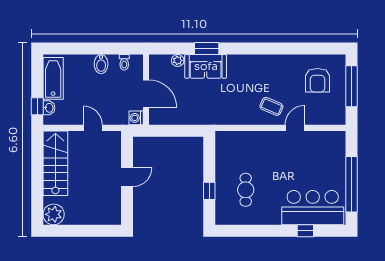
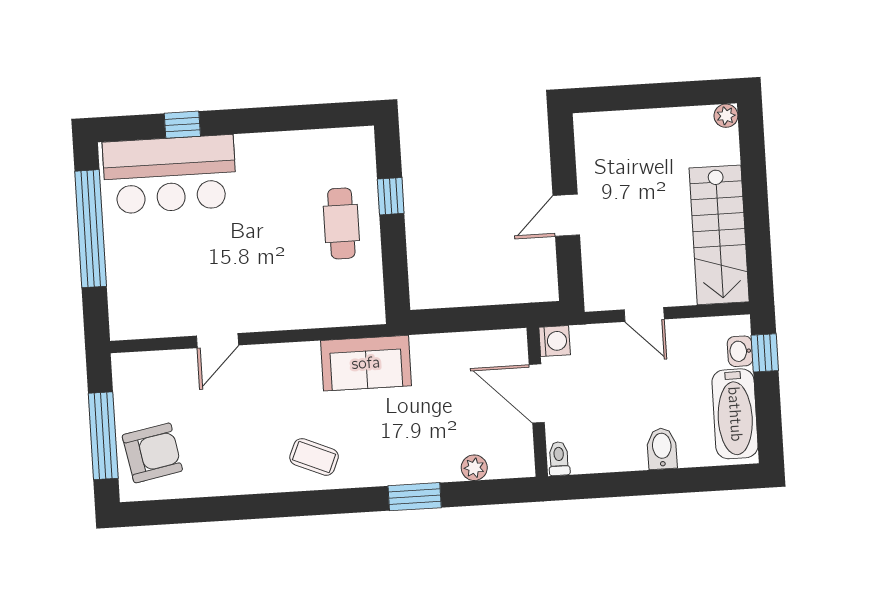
toilet: (124, 62) -> (559, 459), moved
bidet: (101, 64) -> (662, 449), moved
sofa: (206, 66) -> (366, 363), moved, turned 180
armchair: (318, 80) -> (152, 453), moved, turned 79
coffee table: (271, 106) -> (314, 457), moved
cafe table: (246, 190) -> (341, 223), moved
plant: (54, 214) -> (726, 116), width x0.53, depth x0.53

